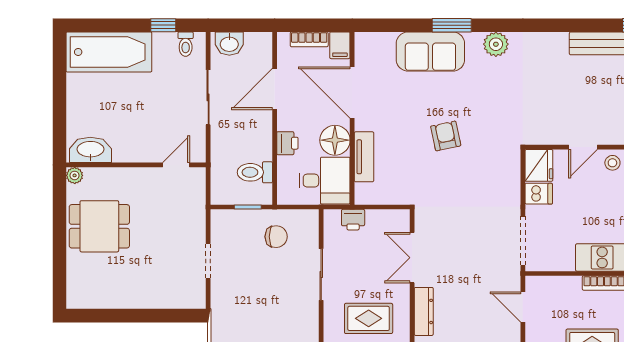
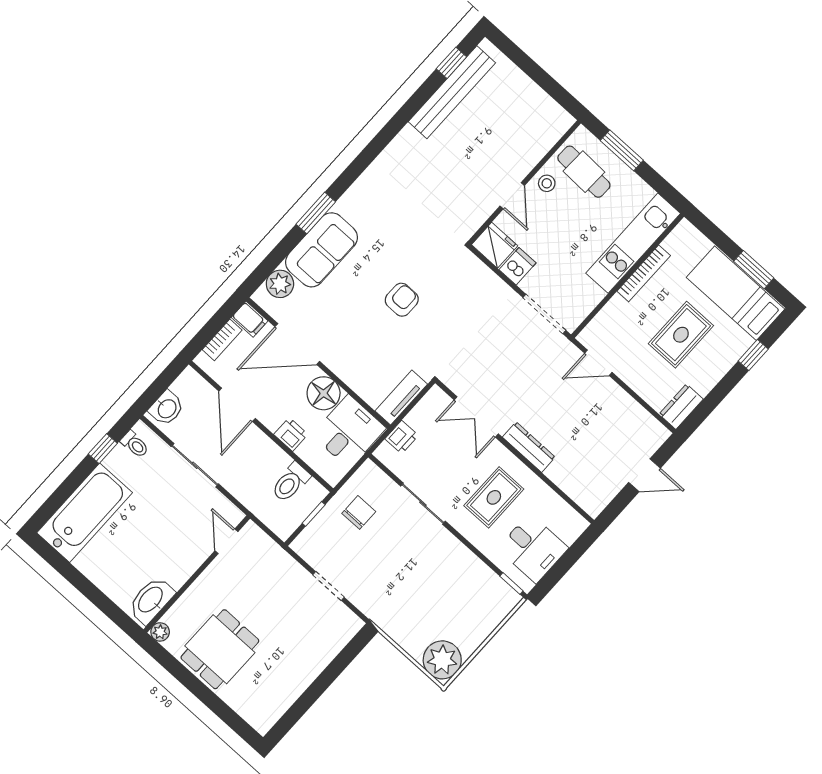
plant: (496, 44) -> (280, 284), moved
armchair: (446, 136) -> (402, 300), turned 102
tv unit: (364, 157) -> (401, 397), moved, turned -90

